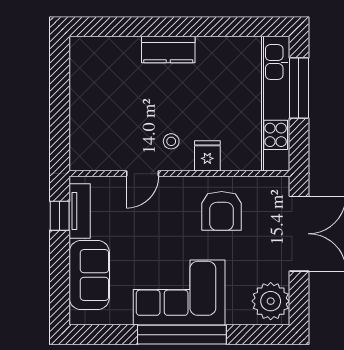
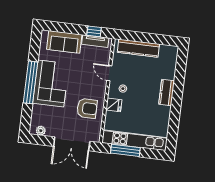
window: (299, 88) -> (125, 150), moved
kitchen counter: (83, 119) -> (138, 48), added
armchair: (222, 211) -> (87, 108), turned 180
plant: (271, 301) -> (41, 131), width x0.53, depth x0.53

